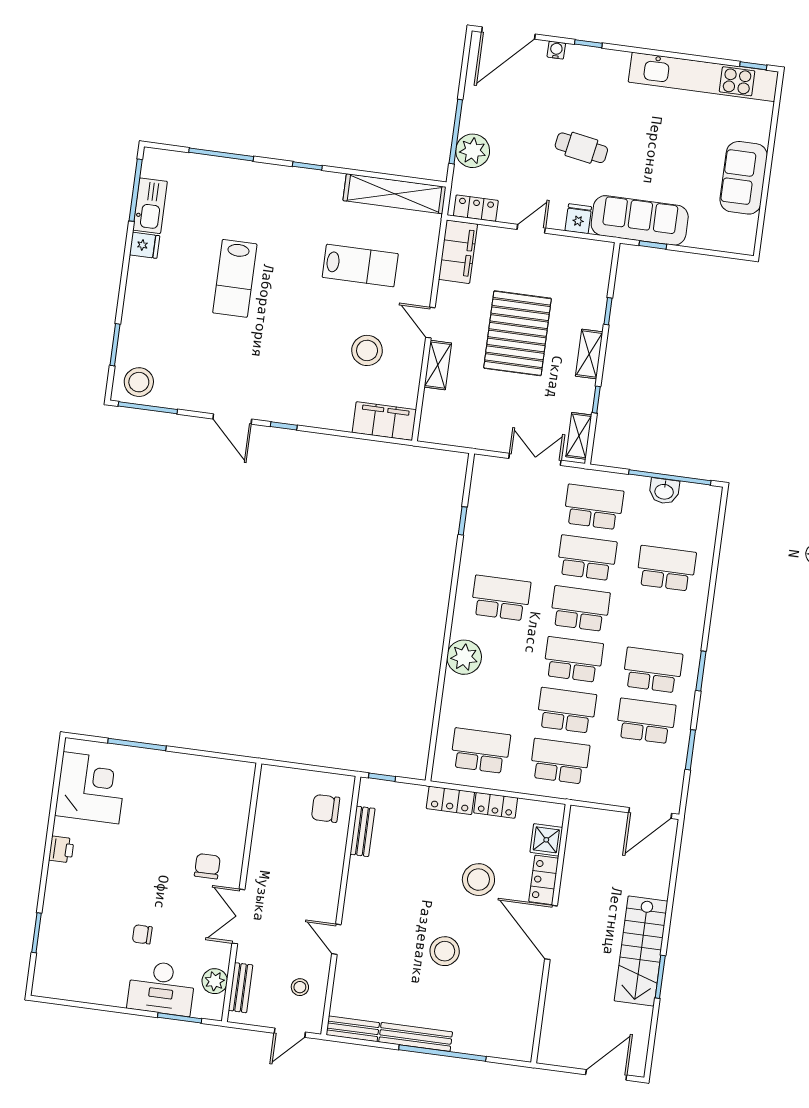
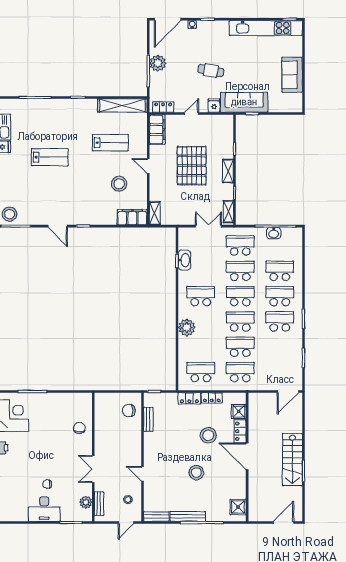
plant: (473, 151) -> (158, 63), moved
lab bench: (235, 278) -> (50, 157), turned -90
shelving: (438, 365) -> (155, 213), moved
washbasin: (478, 521) -> (184, 260), added
school desk: (646, 721) -> (280, 296), moved
chair: (207, 866) -> (79, 428), moved
desk: (161, 988) -> (44, 509), moved
shower: (519, 1032) -> (238, 507), added

